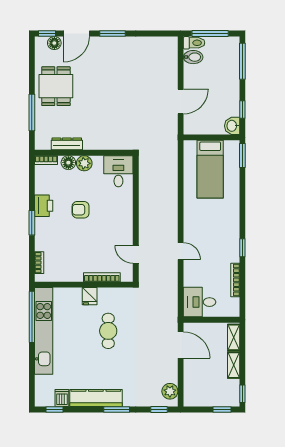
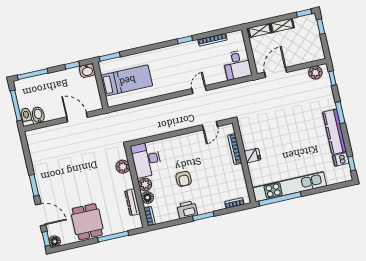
floor lamp: (54, 43) -> (55, 242), moved
dining table: (56, 86) -> (87, 222), turned 90
plant: (111, 142) -> (123, 167), added
desk: (118, 171) -> (146, 160), width x1.37
cafe table: (108, 331) -> (277, 134), removed

